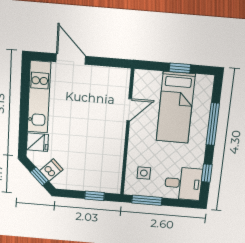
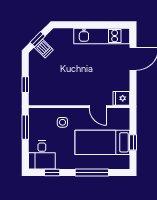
fridge: (37, 142) -> (121, 98), moved, turned 90
side table: (144, 173) -> (62, 122), moved

